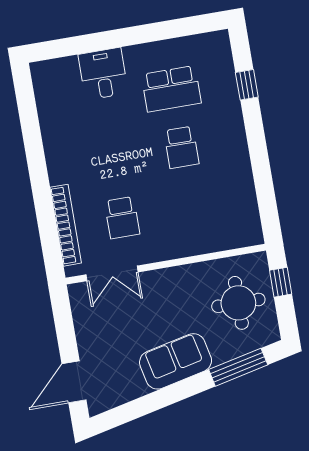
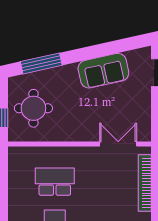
school desk: (122, 218) -> (55, 182), moved, width x1.85
sofa: (176, 361) -> (103, 71), moved

